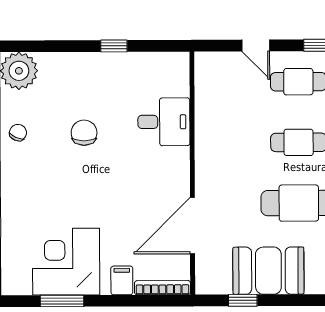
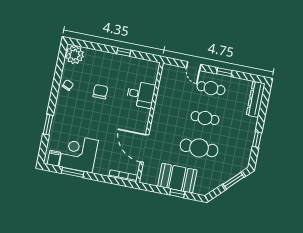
door: (192, 226) -> (144, 148), hinge flipped
filing cabinet: (122, 280) -> (54, 158), moved
window: (243, 300) -> (177, 193), moved

